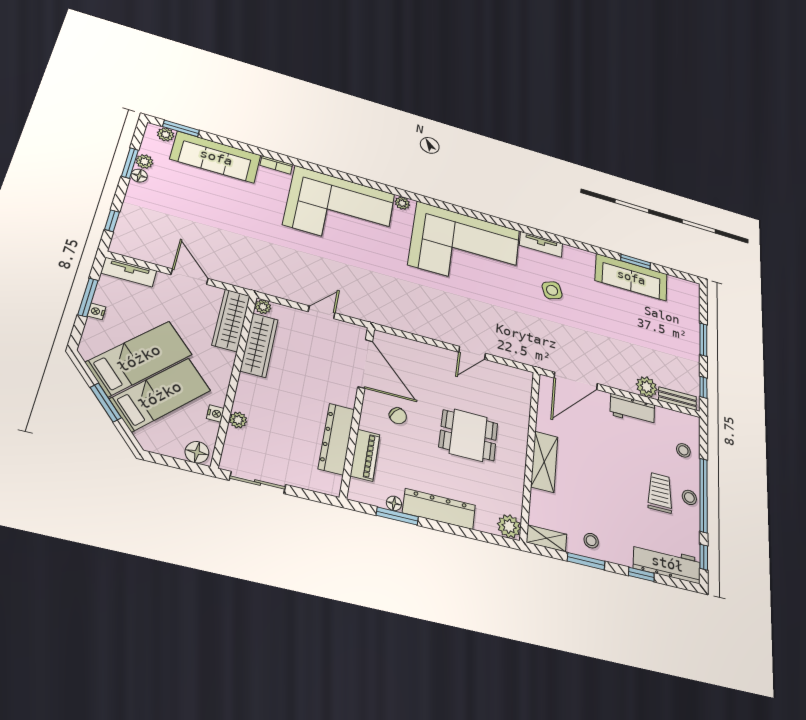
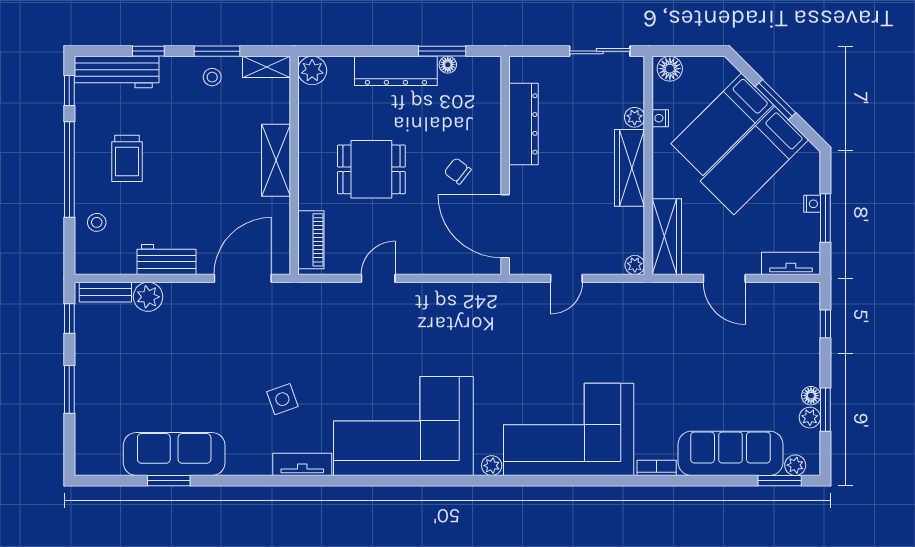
wardrobe: (259, 345) -> (630, 168), moved
piano: (365, 455) -> (311, 240), moved, turned 180
stool: (689, 497) -> (88, 162), removed

